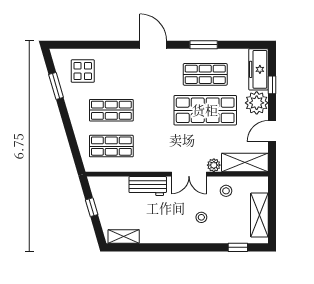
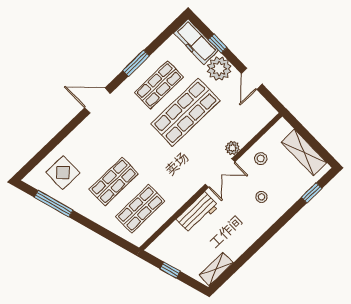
window: (56, 86) -> (54, 204), width x1.44
shelving: (245, 162) -> (254, 123), removed

